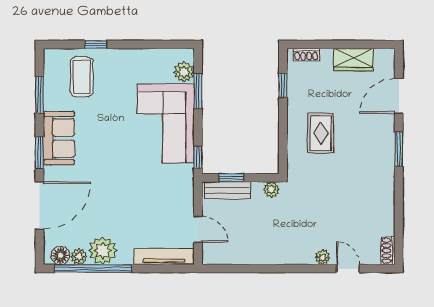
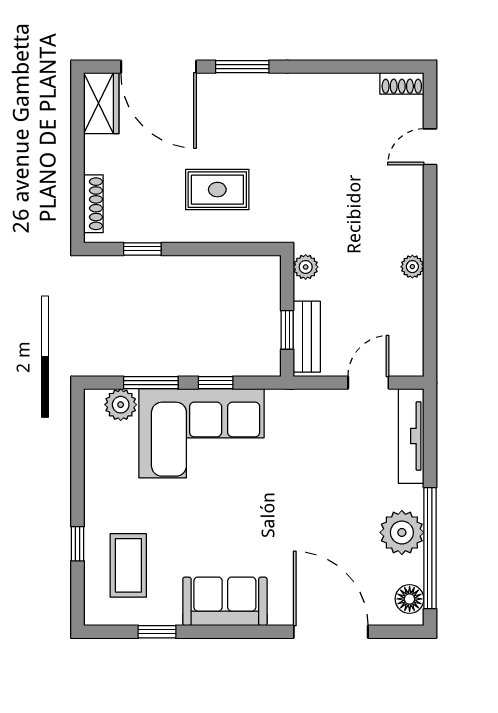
shoe rack: (306, 55) -> (93, 204), width x1.43
wardrobe: (353, 60) -> (101, 103), moved
coffee table: (82, 77) -> (128, 565), turned 90
window: (40, 95) -> (157, 632), width x0.67
door: (399, 96) -> (159, 67), width x1.36
window: (40, 153) -> (248, 632), removed
window: (198, 157) -> (216, 383), moved
plant: (79, 257) -> (411, 570), removed
plant: (323, 257) -> (412, 267), moved

